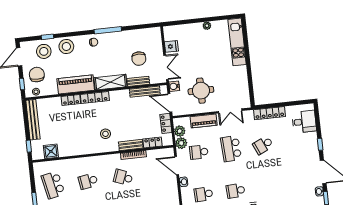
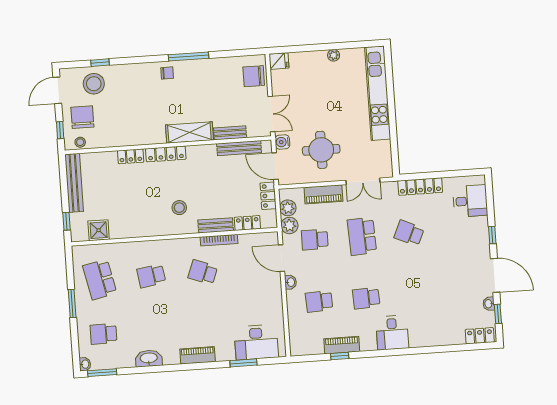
kitchen unit: (237, 42) -> (378, 93), width x1.36
fridge: (171, 46) -> (279, 61), moved
stool: (66, 47) -> (127, 78), removed
chair: (139, 59) -> (254, 76), moved, turned 90
piano: (76, 84) -> (139, 134), removed
school desk: (263, 145) -> (409, 233), turned 48

